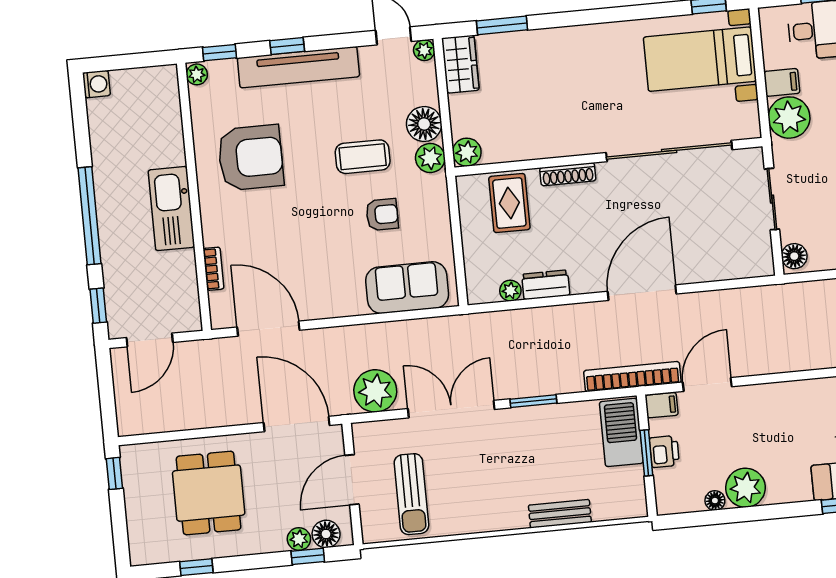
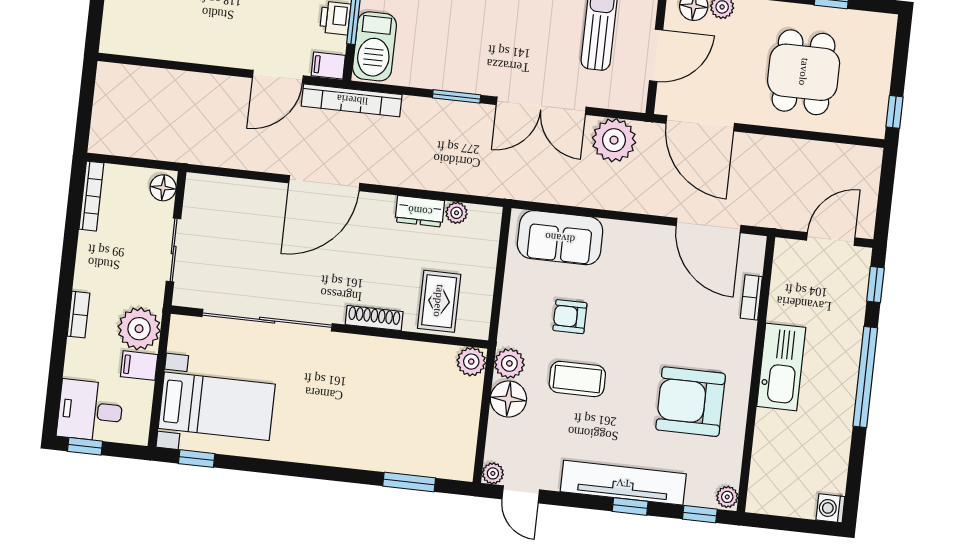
wardrobe: (460, 64) -> (459, 452), removed

